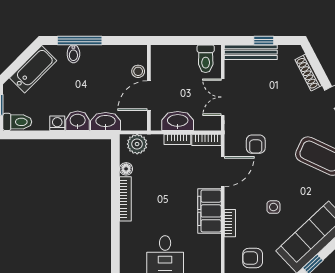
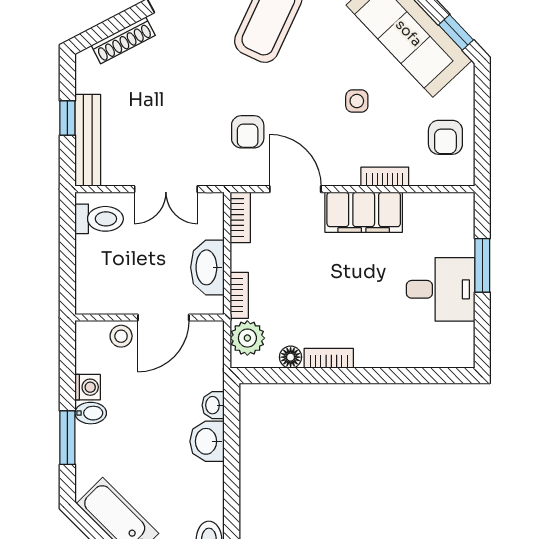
window: (80, 40) -> (67, 438), width x0.69
bidet: (73, 54) -> (91, 413), moved
door: (149, 96) -> (163, 317), hinge flipped
washbasin: (106, 122) -> (213, 405), width x0.52, depth x0.69
washing machine: (57, 123) -> (88, 387), moved, turned 180
bookcase: (177, 139) -> (239, 295), moved
armchair: (256, 144) -> (248, 132), turned 90
bookcase: (125, 199) -> (329, 358), width x0.64

